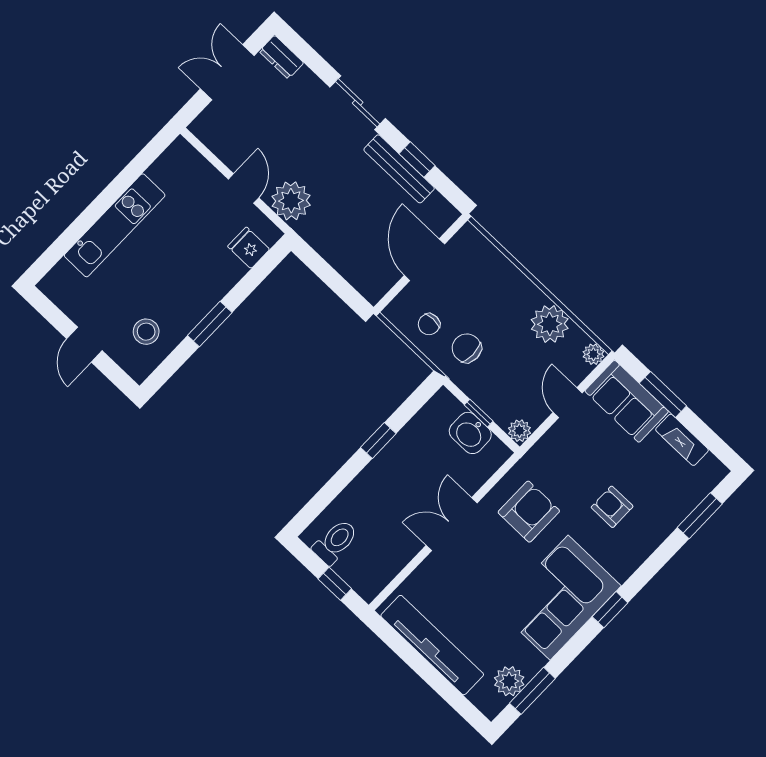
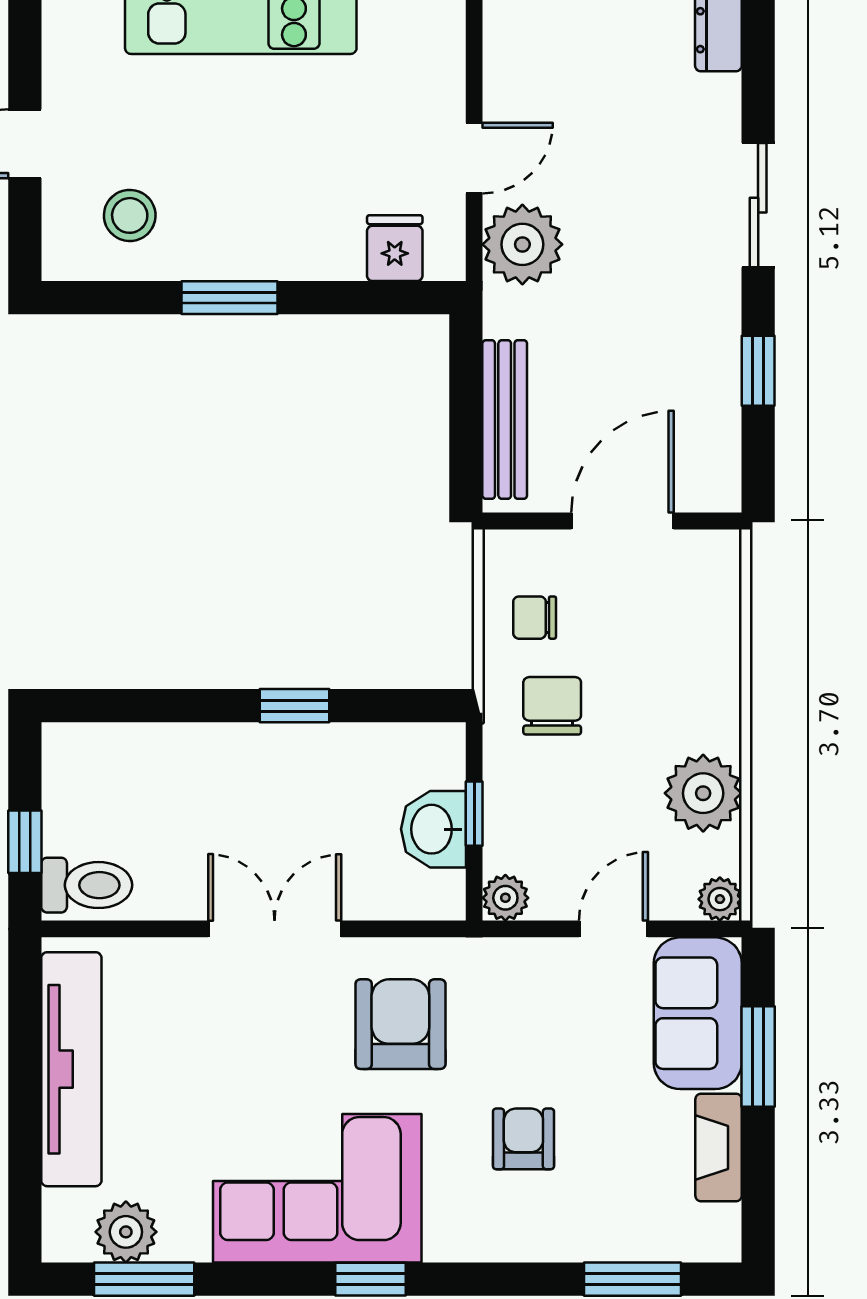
bench: (399, 169) -> (505, 420), moved
armchair: (529, 512) -> (400, 1024), turned -90
toilet: (335, 542) -> (87, 885), moved

